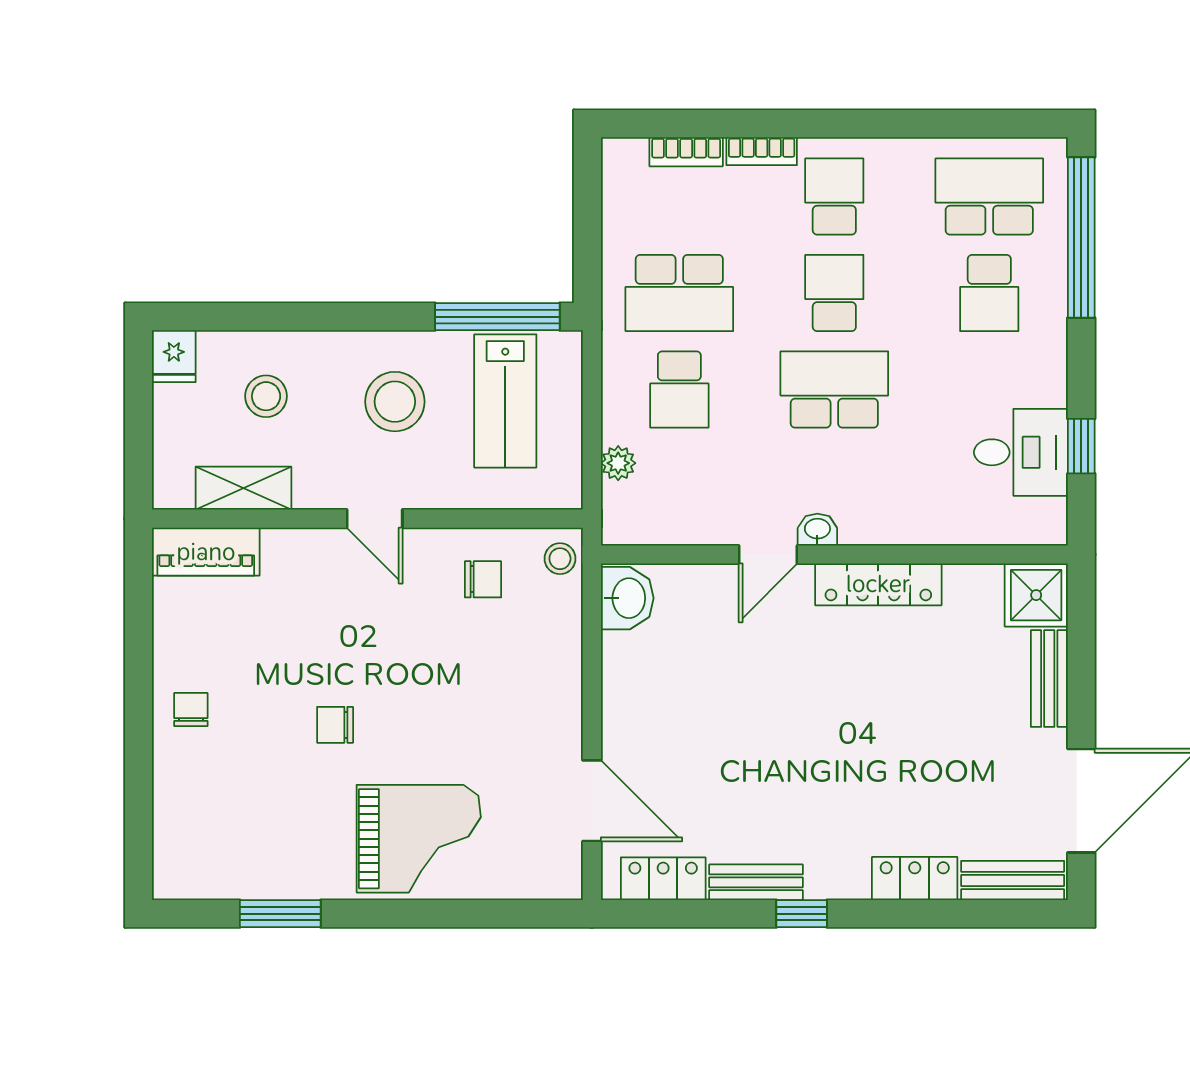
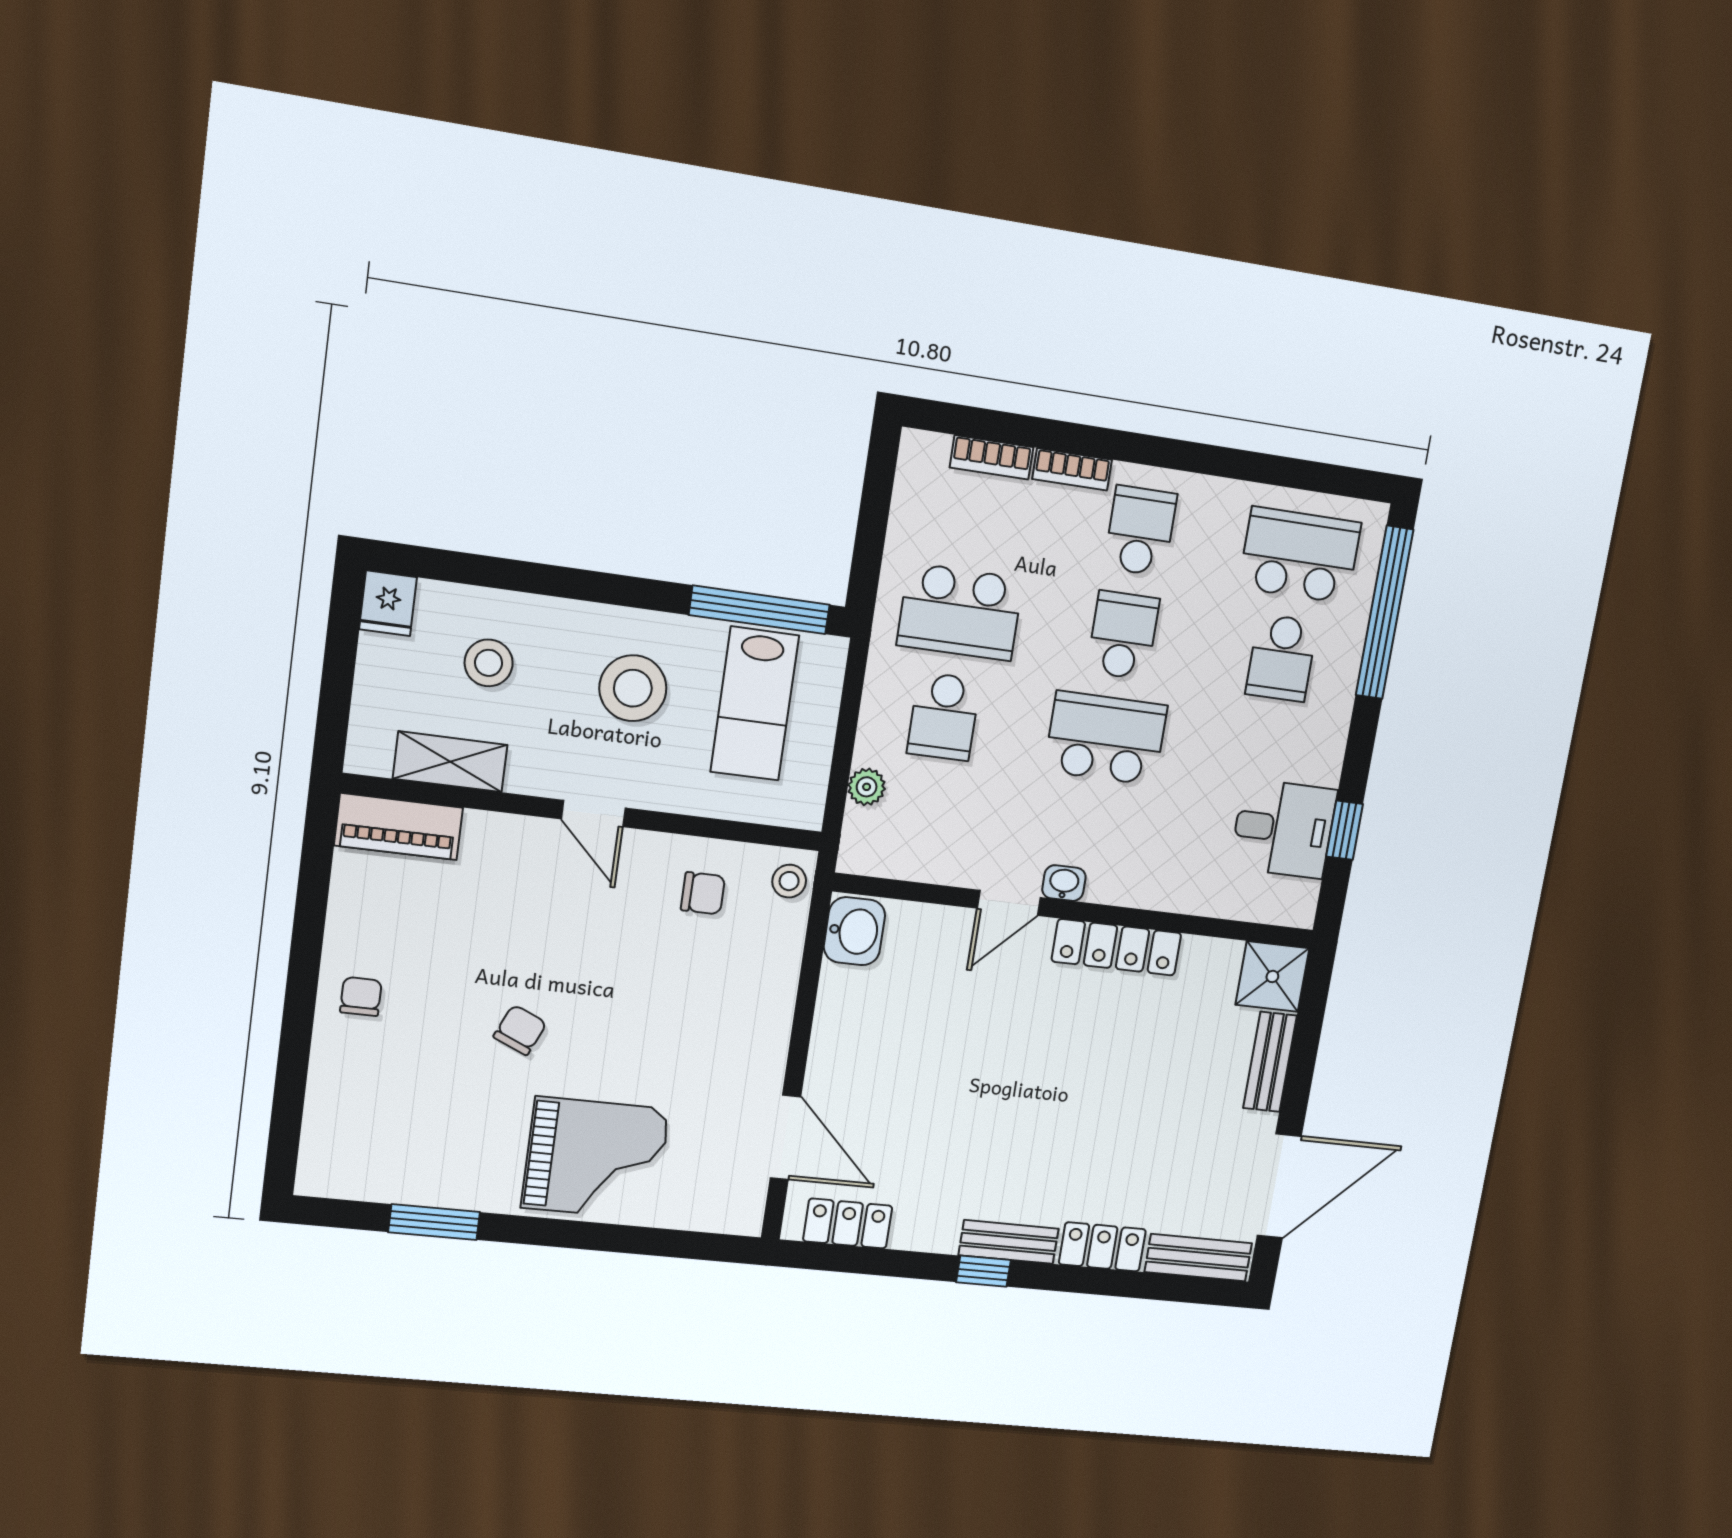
chair: (335, 725) -> (520, 1030), turned 114
bench: (756, 882) -> (1009, 1242), moved

